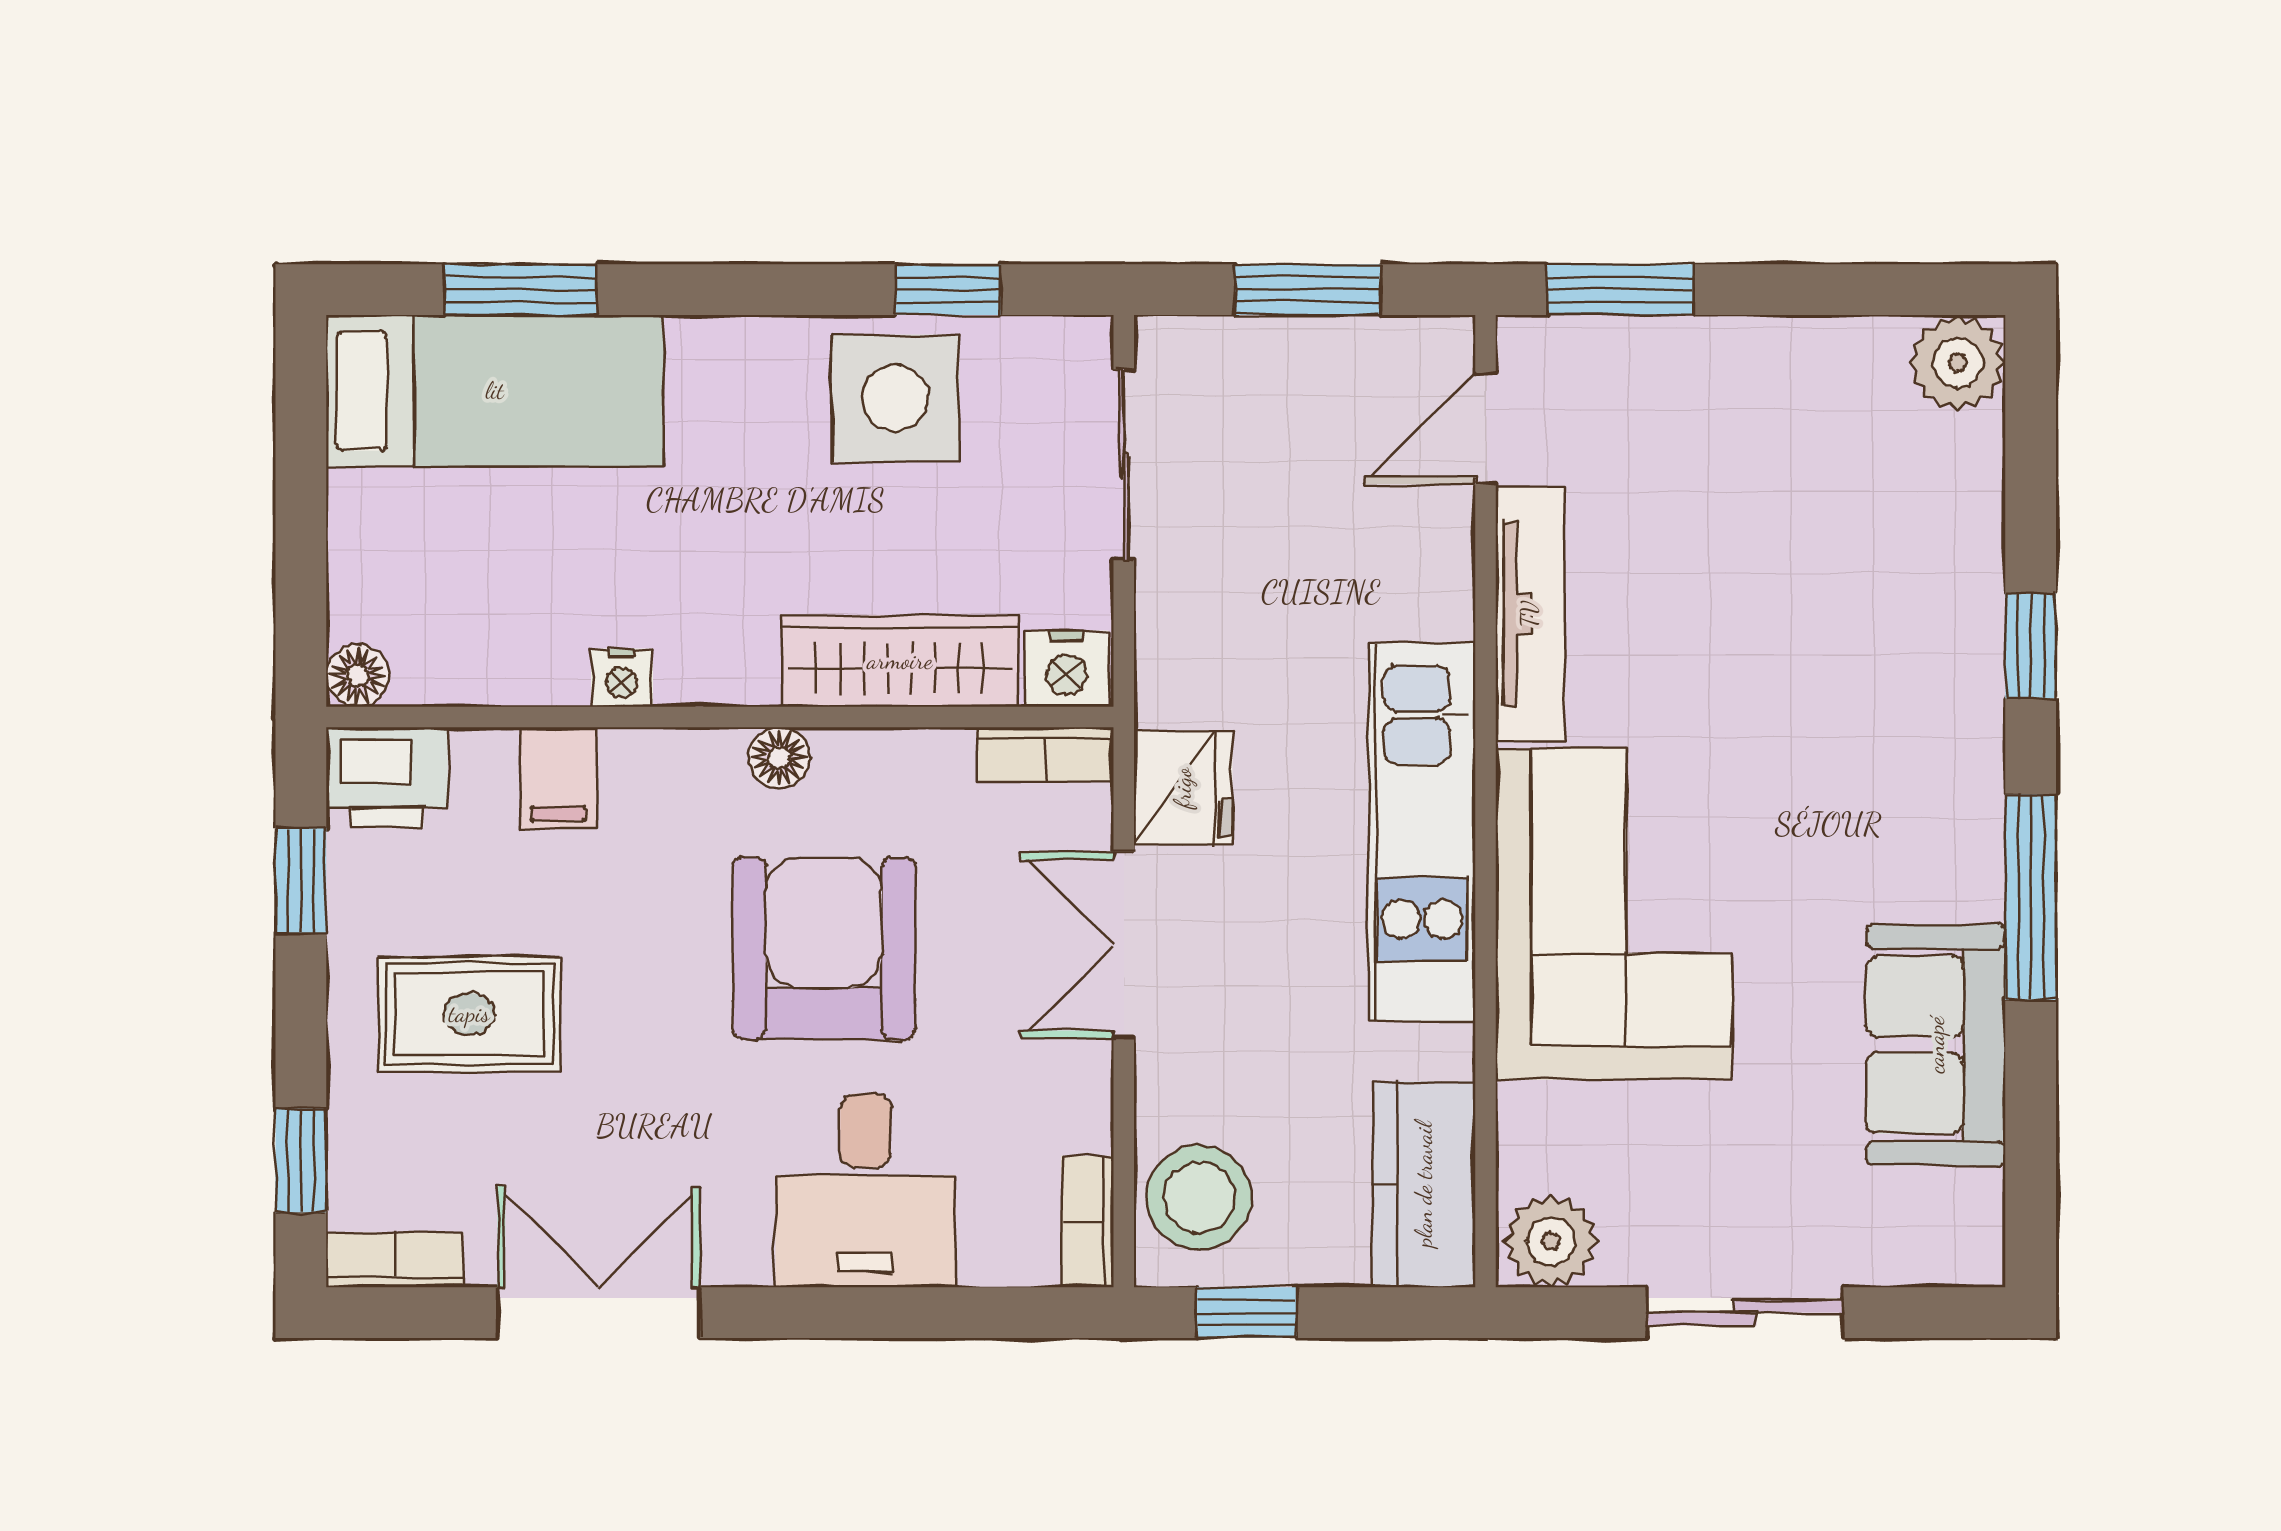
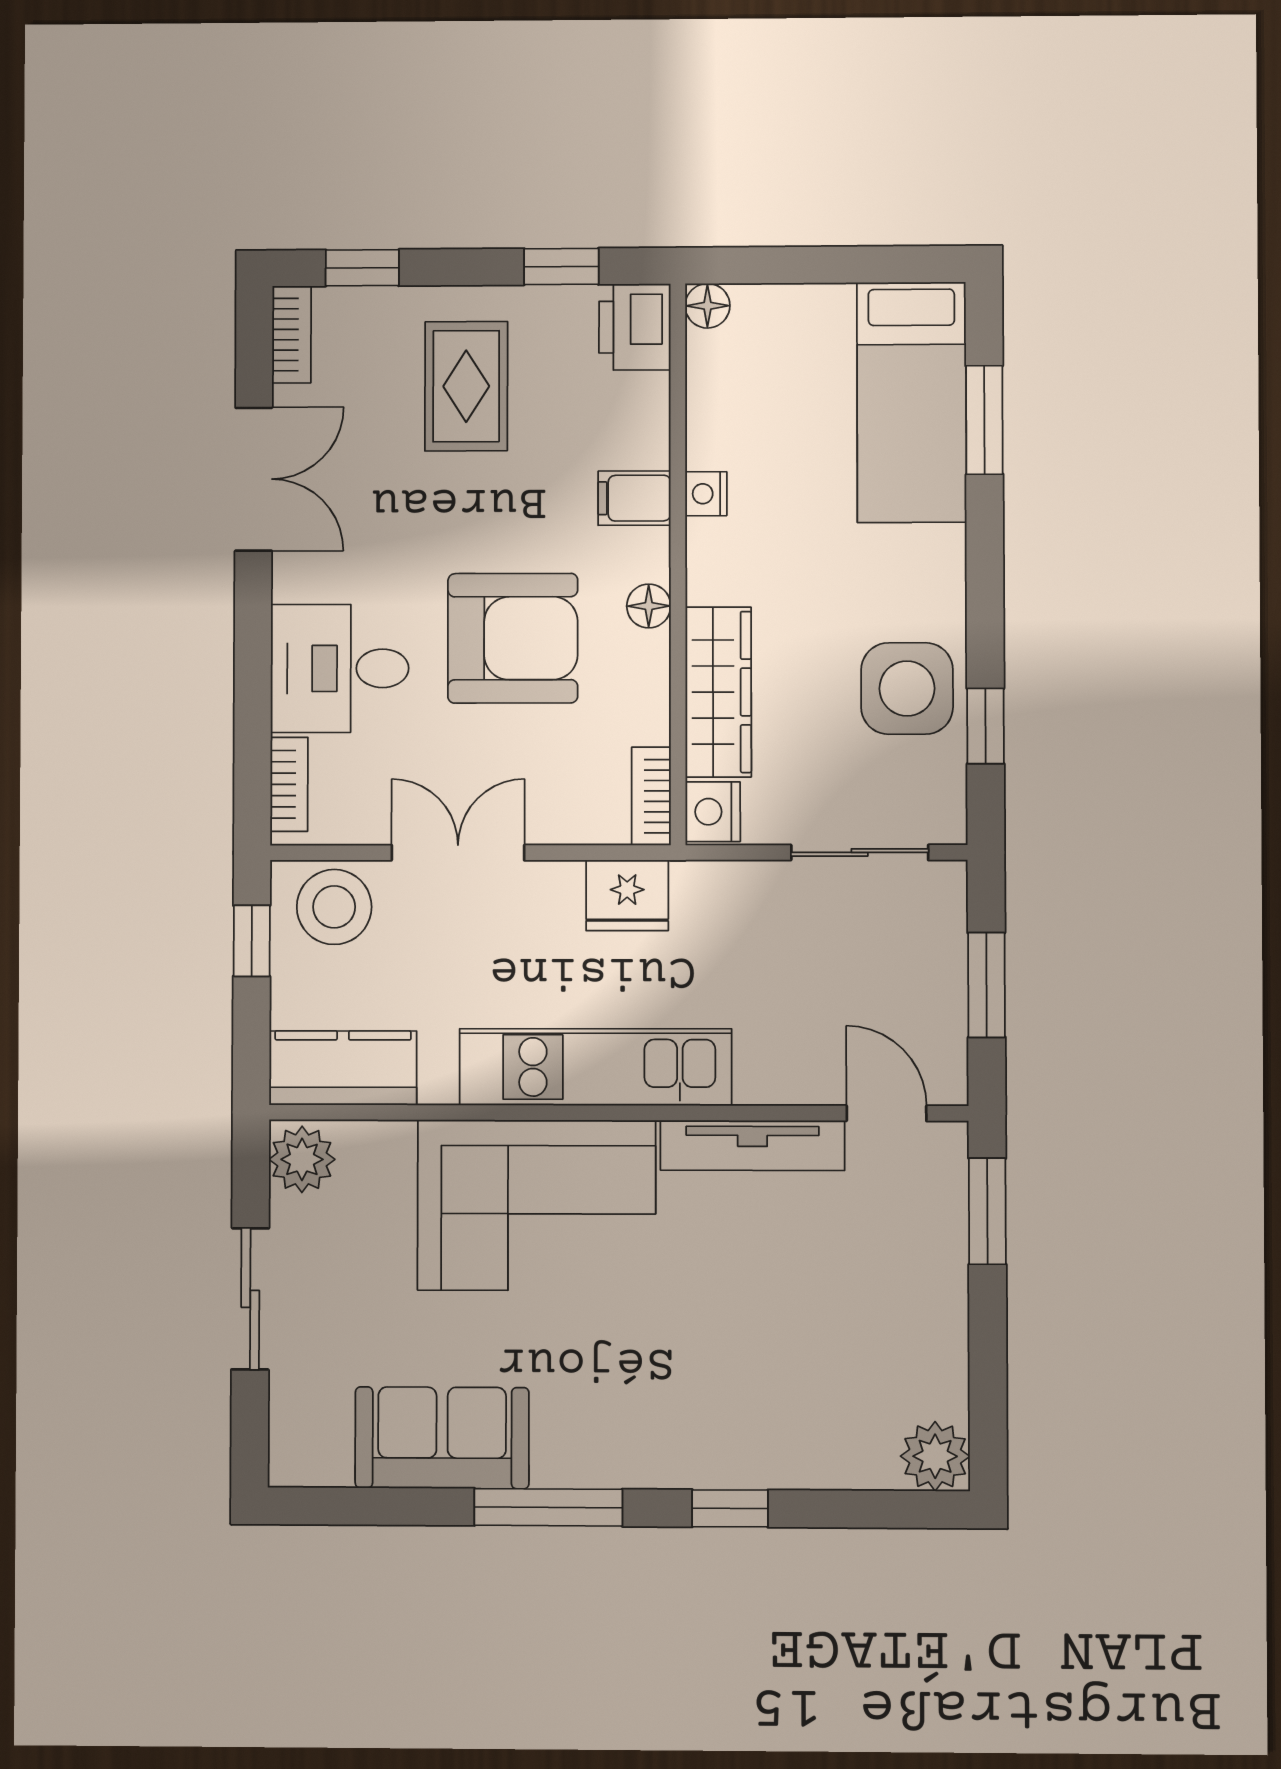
filing cabinet: (558, 778) -> (634, 498), moved
double door: (1124, 945) -> (458, 853), moved
bookcase: (1087, 1222) -> (289, 784), moved, turned 90

